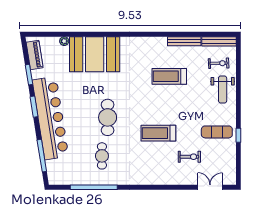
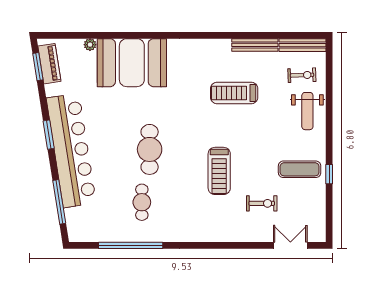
window: (29, 75) -> (38, 67), moved
treadmill: (158, 133) -> (219, 171), turned -90

